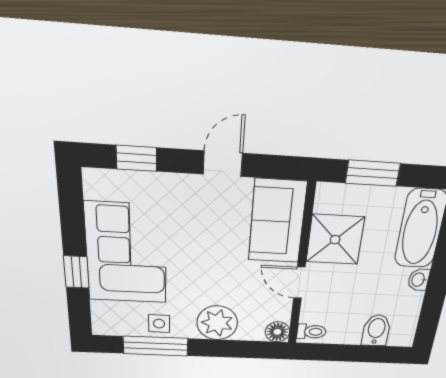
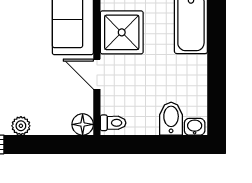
washbasin: (419, 280) -> (195, 127), moved, turned 90
plant: (217, 323) -> (21, 126), width x0.53, depth x0.53

